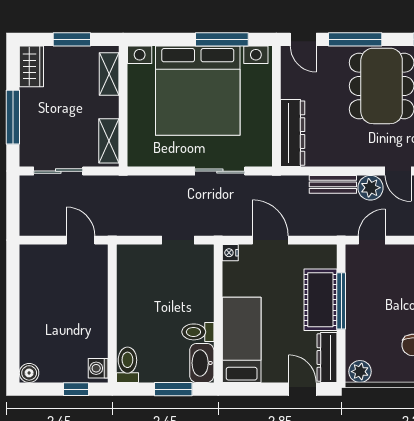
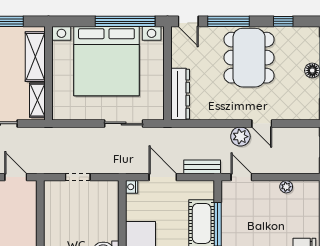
window: (222, 39) -> (125, 21), width x1.46
shelving: (109, 74) -> (35, 57), width x1.50, depth x1.33
bench: (333, 184) -> (202, 167), moved
doorway: (178, 240) -> (78, 177), moved
door: (372, 240) -> (241, 177), hinge flipped

